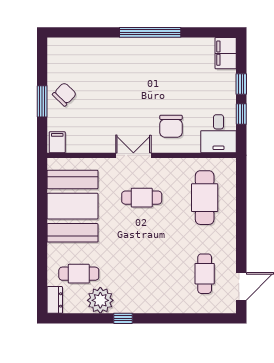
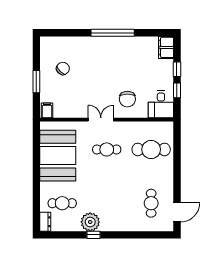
chair: (64, 94) -> (63, 68), moved
cafe table: (205, 198) -> (151, 149), turned 90
plant: (100, 300) -> (90, 222), moved

